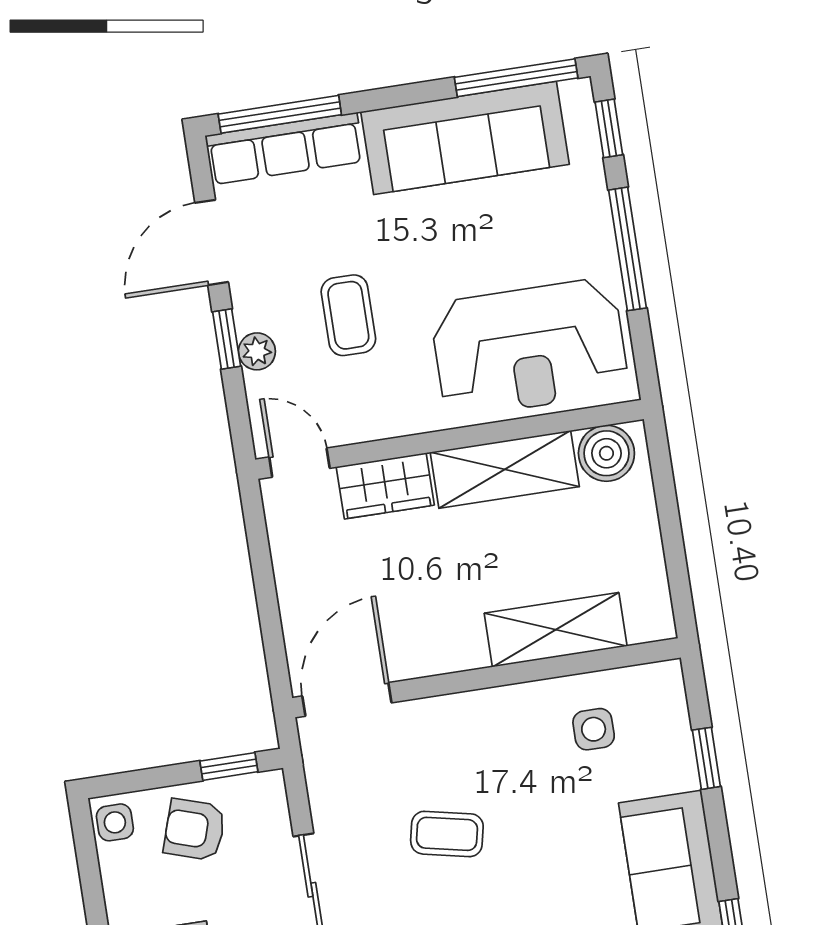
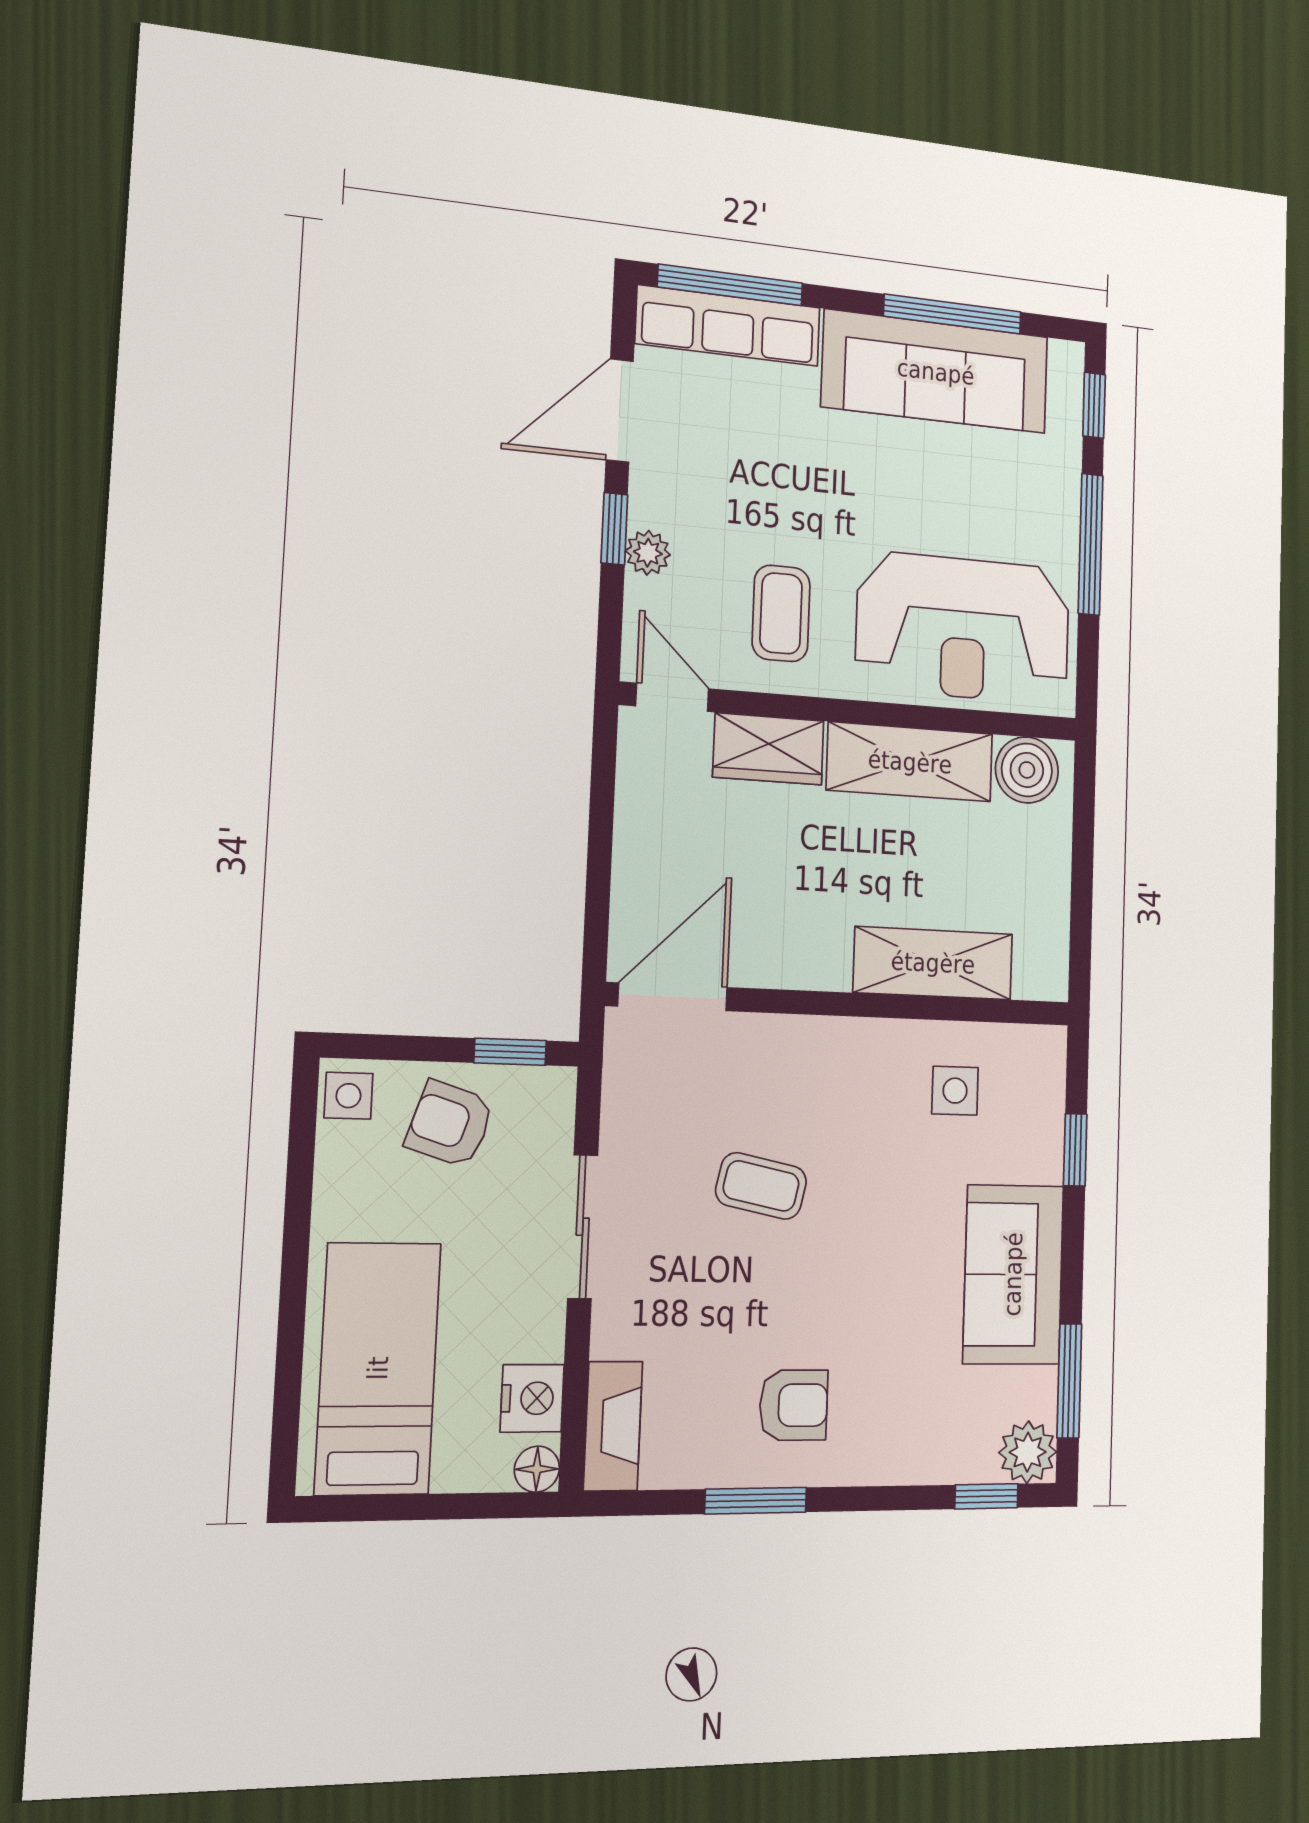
window: (516, 78) -> (953, 314), moved
coffee table: (348, 315) -> (781, 613), moved

